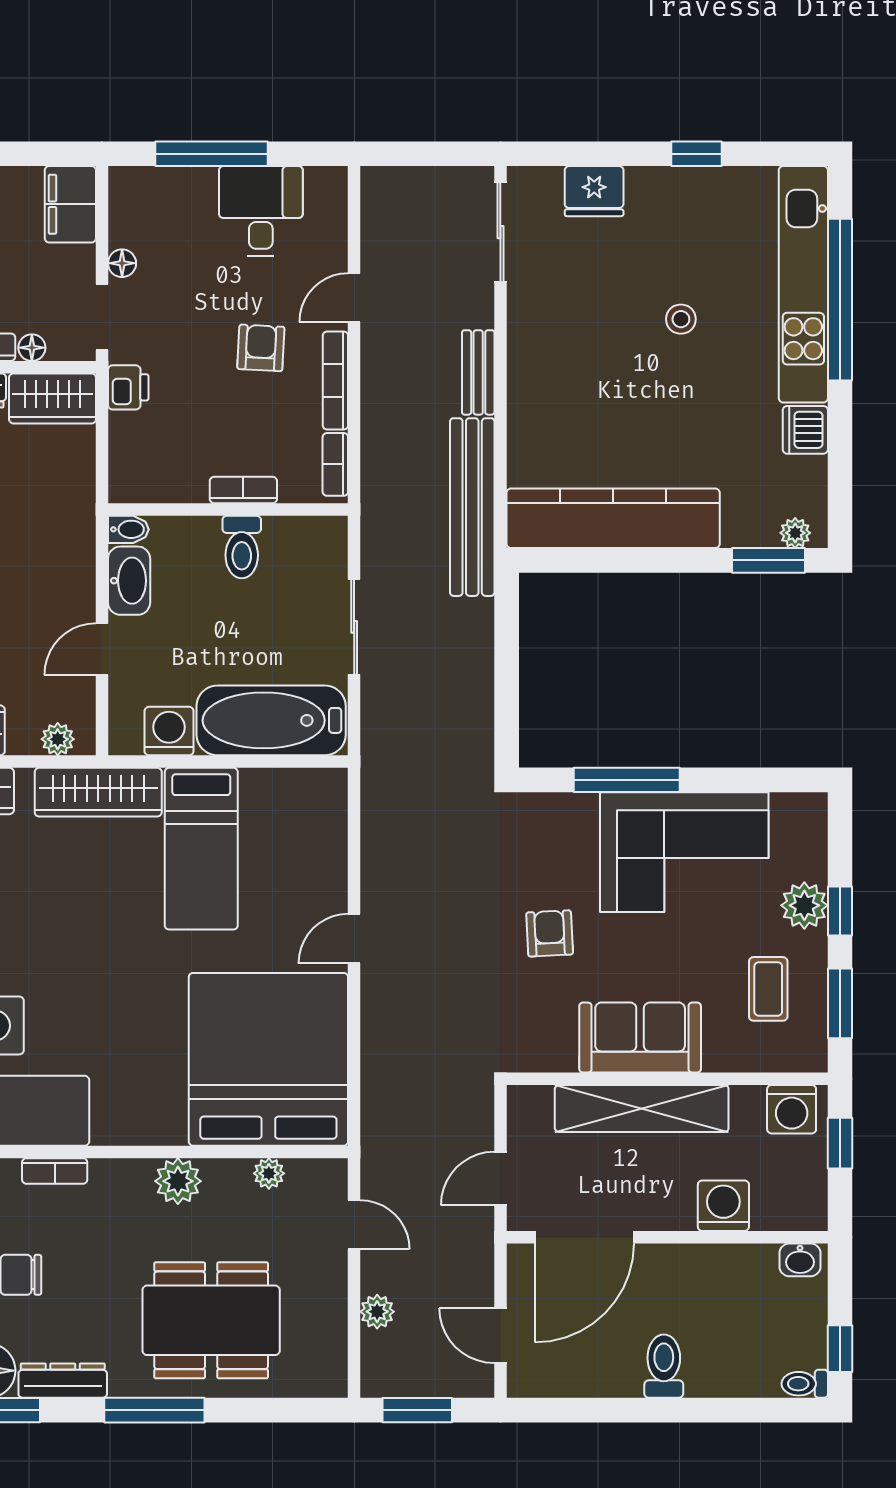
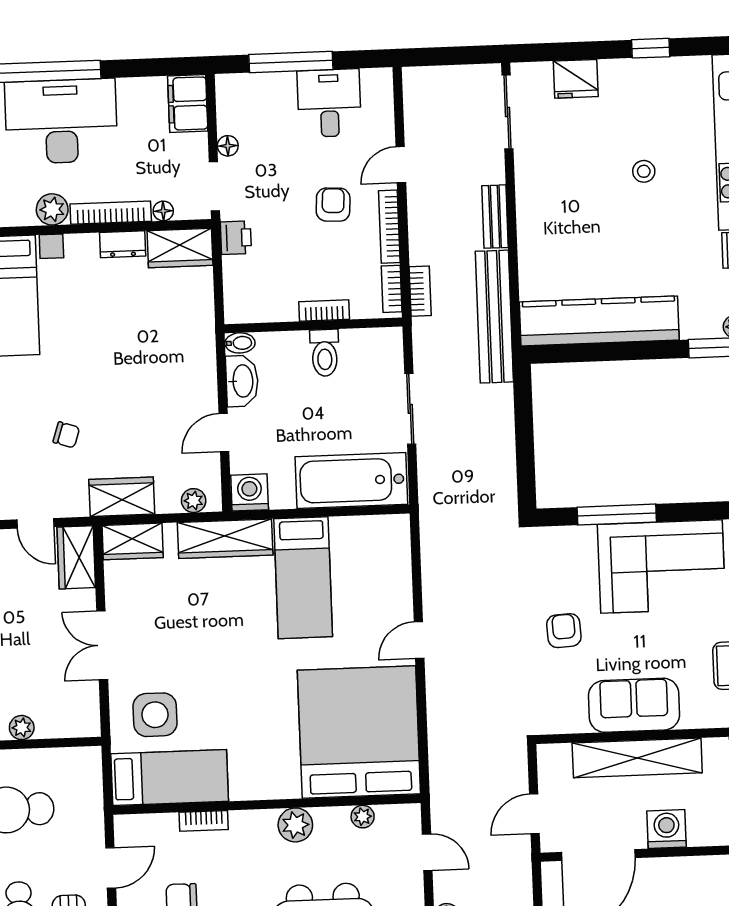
bookcase: (374, 469) -> (420, 291), added
washing machine: (169, 731) -> (250, 492), moved
washing machine: (723, 1206) -> (667, 829), moved

